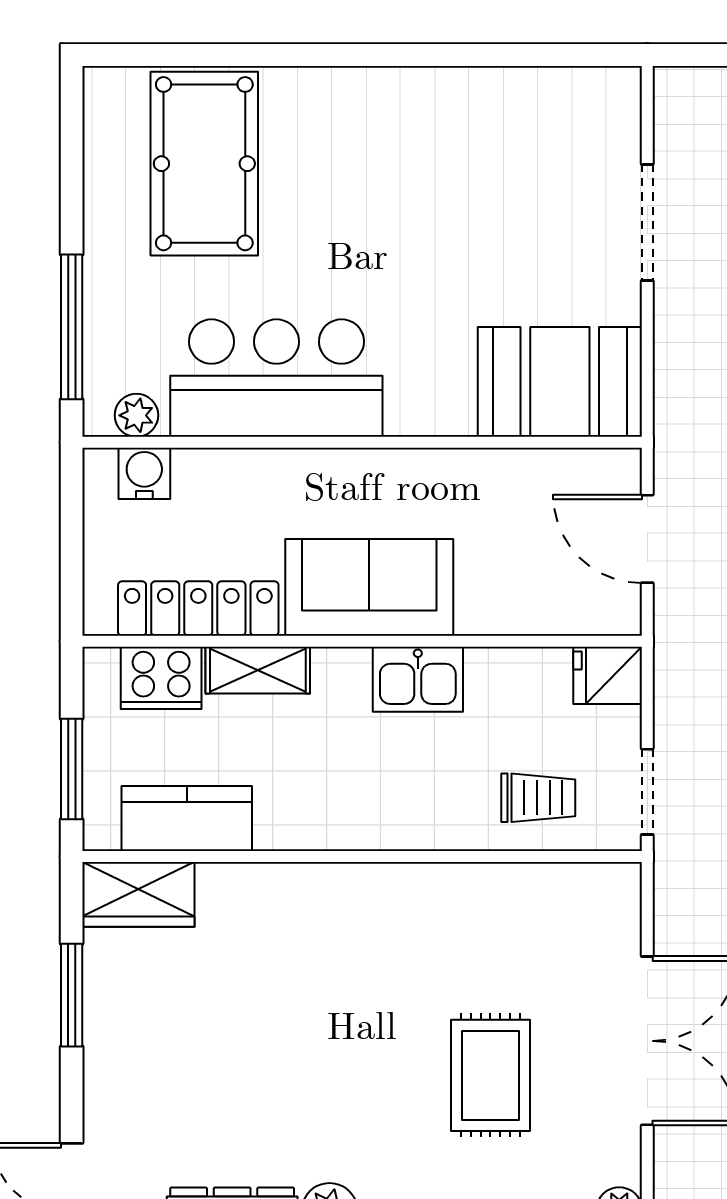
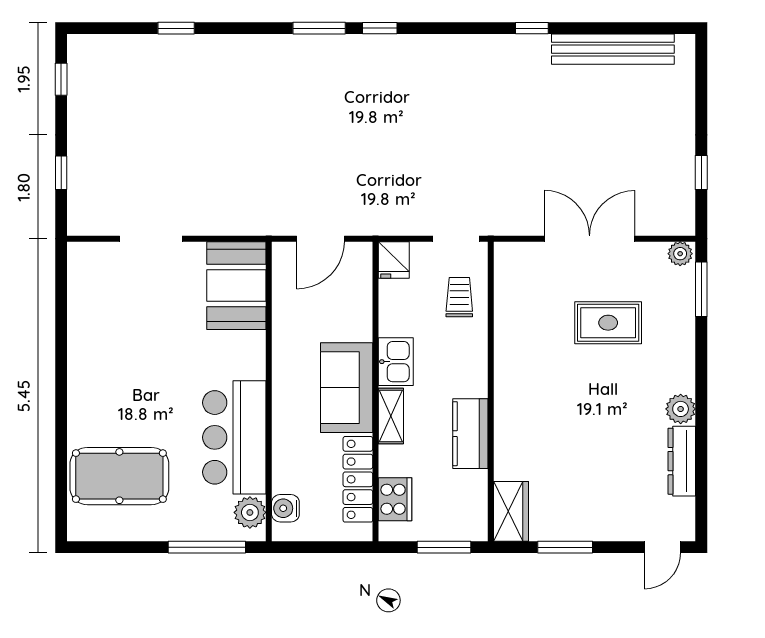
plant: (136, 415) -> (250, 512), width x1.38, depth x1.38
shelving: (258, 670) -> (391, 416), moved
kitchen counter: (187, 819) -> (470, 434), moved

